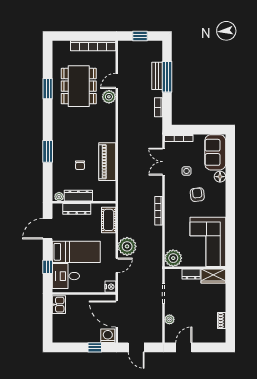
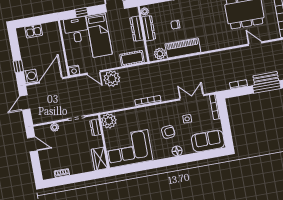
plant: (109, 97) -> (160, 54), moved
floor lamp: (220, 177) -> (177, 151), moved
dresser: (191, 274) -> (96, 127), moved
kitchen sink: (59, 305) -> (34, 31), moved

